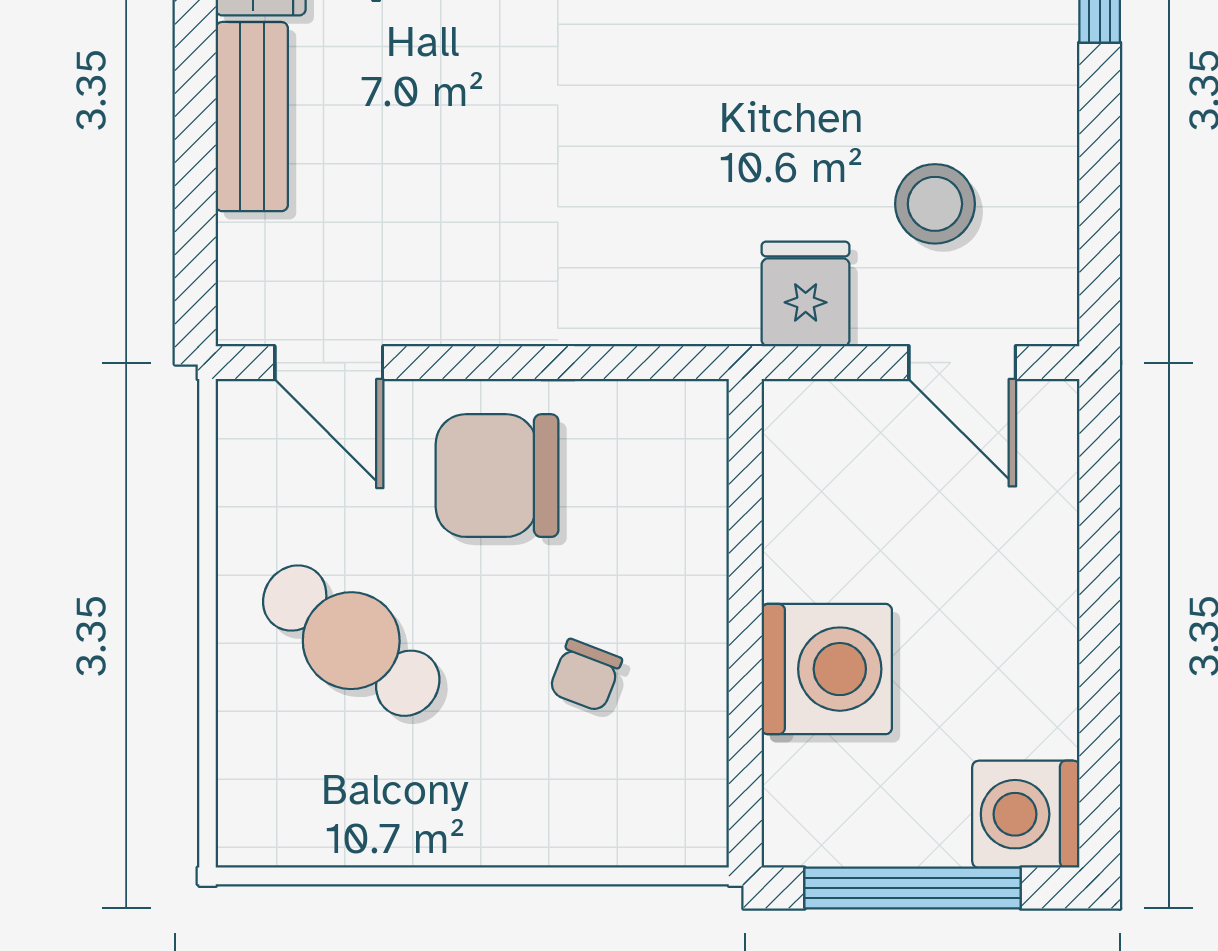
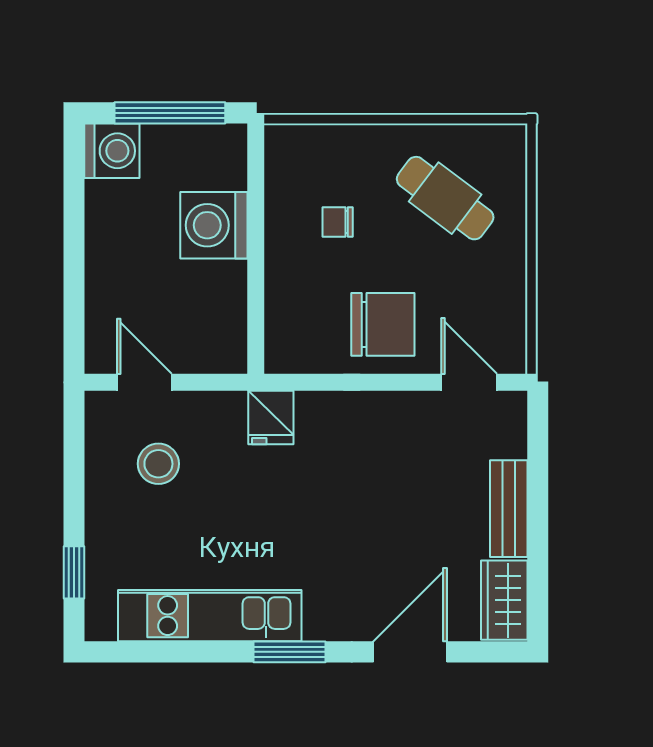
fridge: (806, 294) -> (271, 418), moved
cafe table: (351, 641) -> (445, 198), moved
chair: (585, 675) -> (338, 222), turned -111

